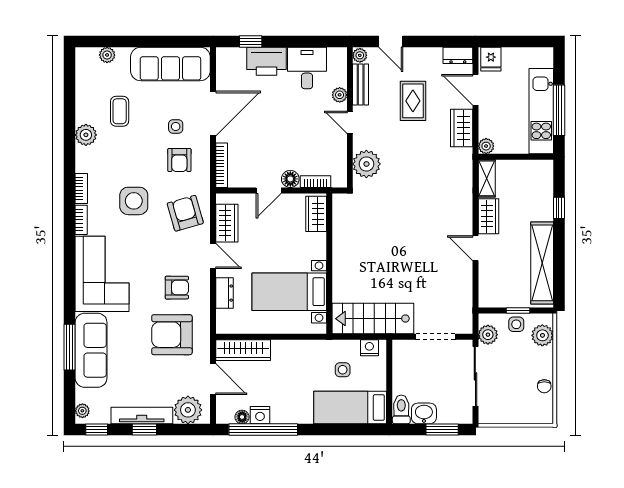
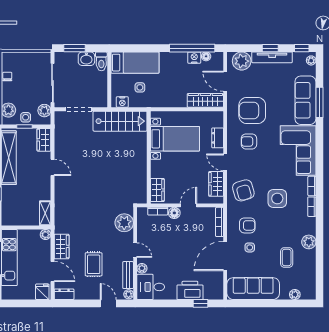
desk: (307, 68) -> (151, 287), moved, turned 90
armchair: (179, 160) -> (247, 225), turned 90
wardrobe: (488, 216) -> (44, 140), moved
armchair: (172, 335) -> (252, 110), turned 180

